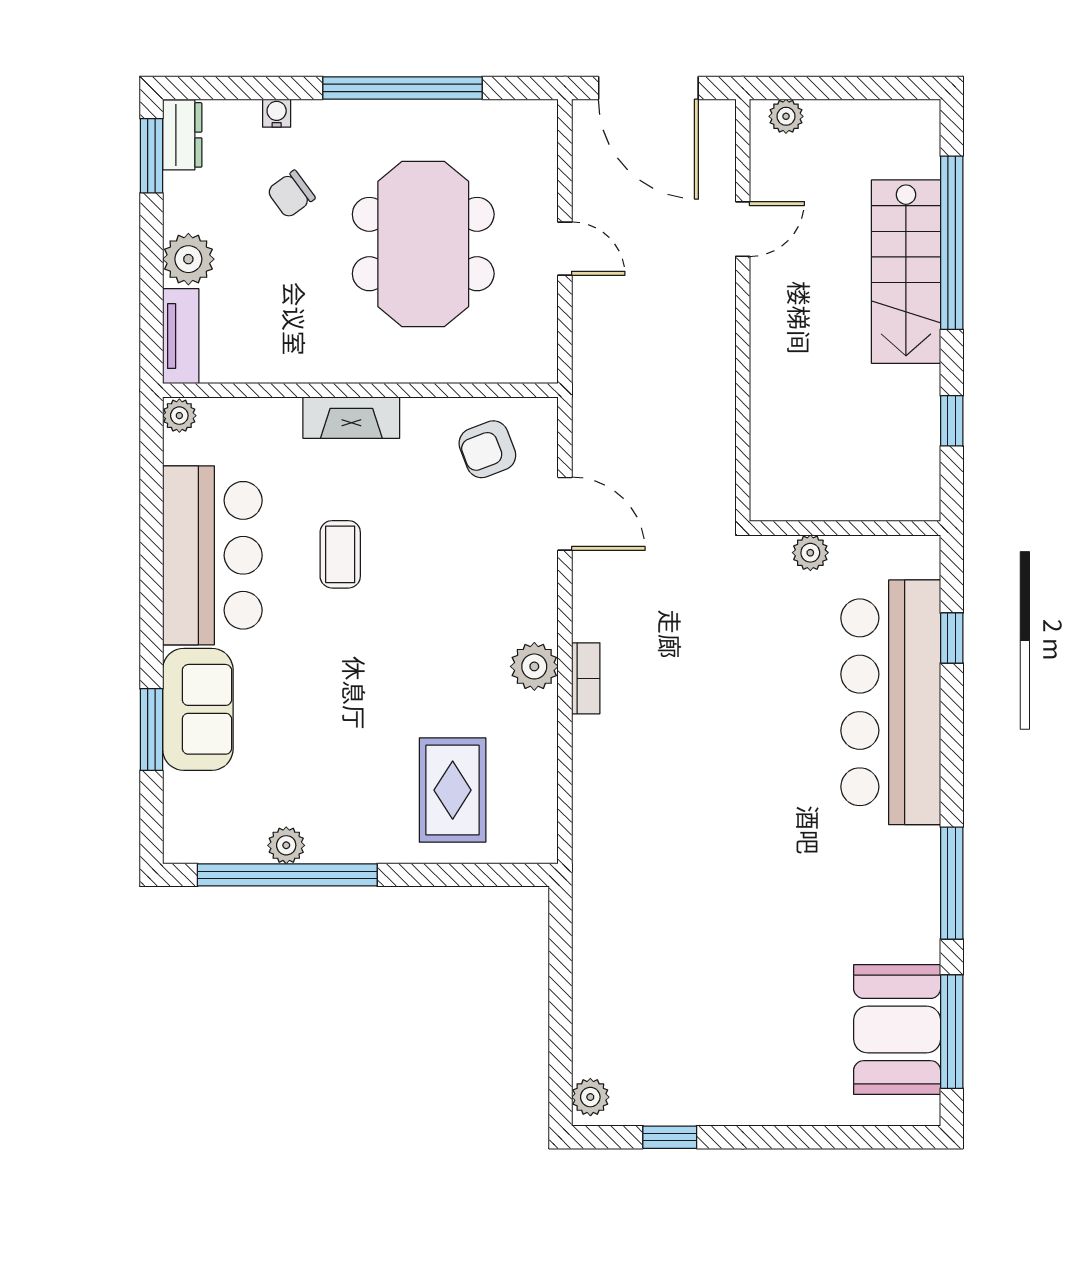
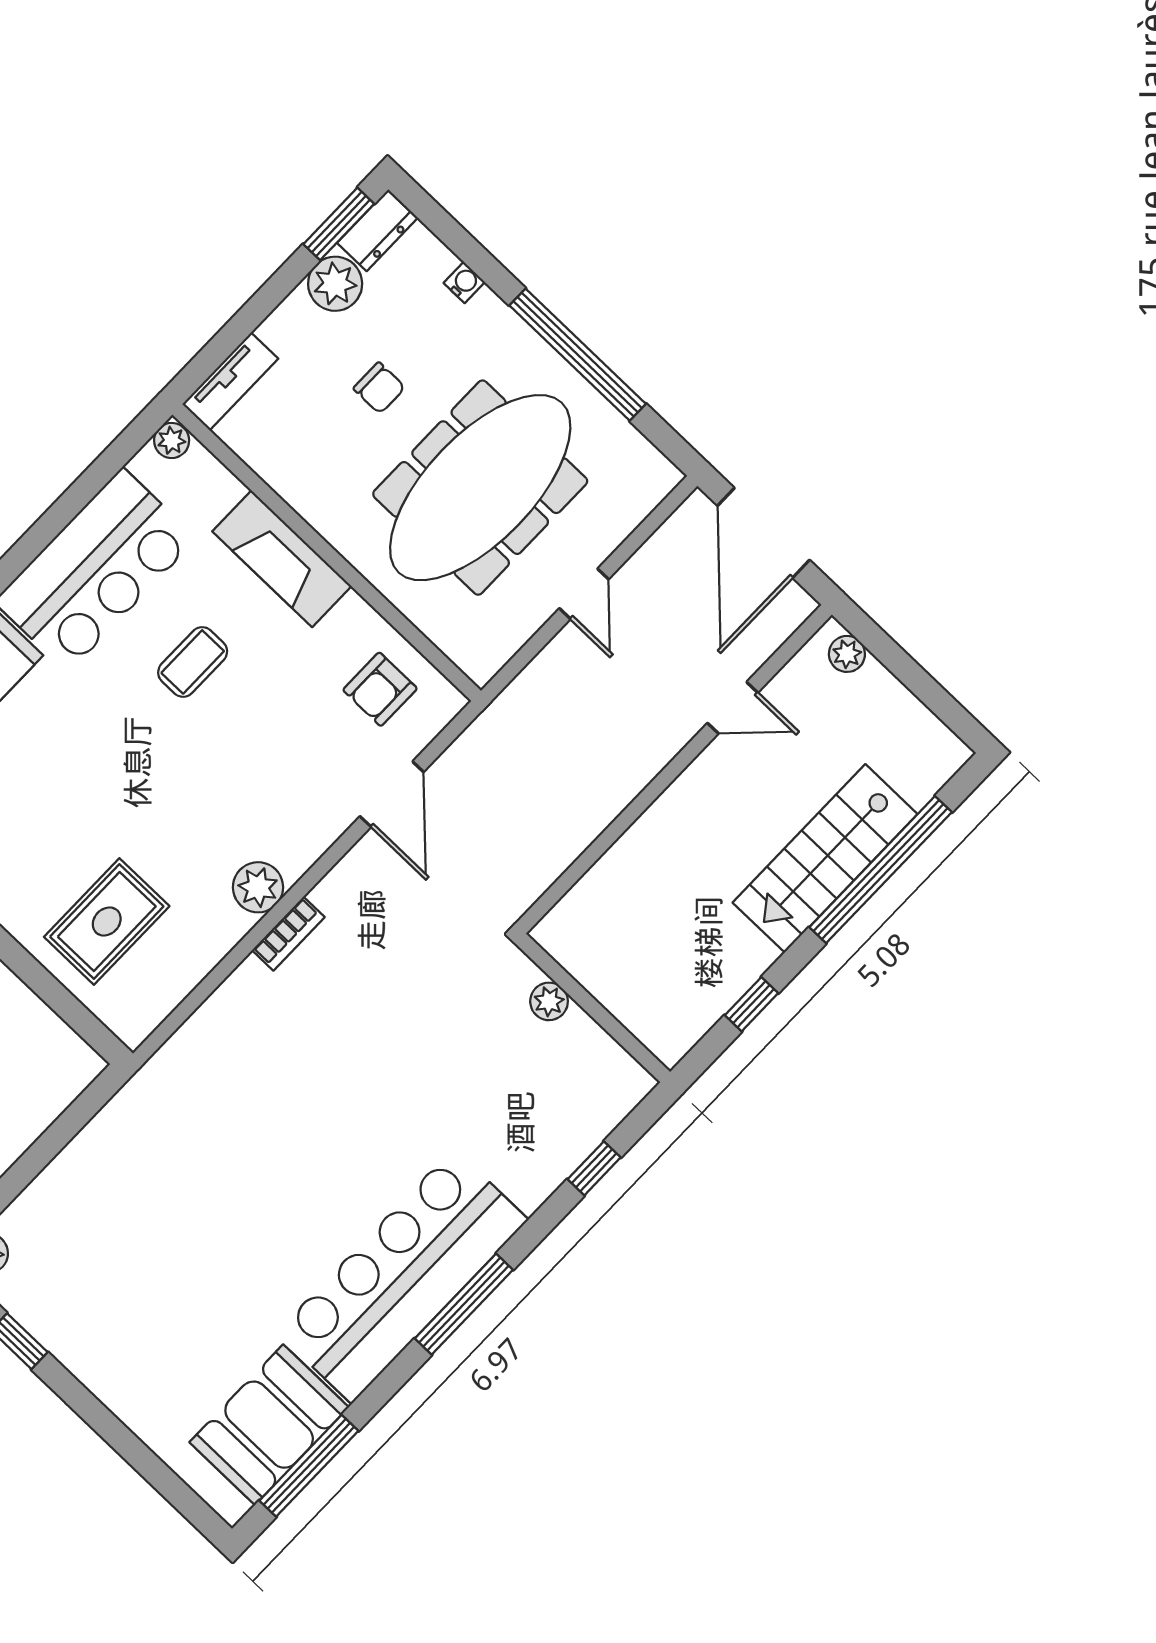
chair: (291, 194) -> (379, 388), moved, turned -144
meeting table: (423, 244) -> (480, 488), width x1.36
plant: (188, 259) -> (335, 284), moved
fireplace: (351, 418) -> (282, 559), width x1.37, depth x1.32
armchair: (487, 449) -> (380, 689), turned -69
bar counter: (891, 702) -> (403, 1276), moved
window: (952, 883) -> (464, 1304), moved

